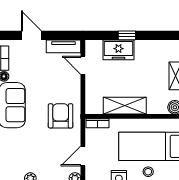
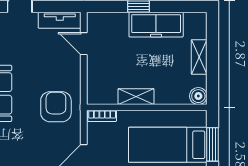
freezer: (119, 50) -> (156, 25), moved, width x1.40
shelving: (125, 106) -> (136, 97), width x0.67, depth x0.75

